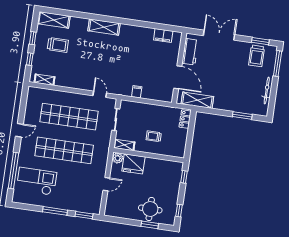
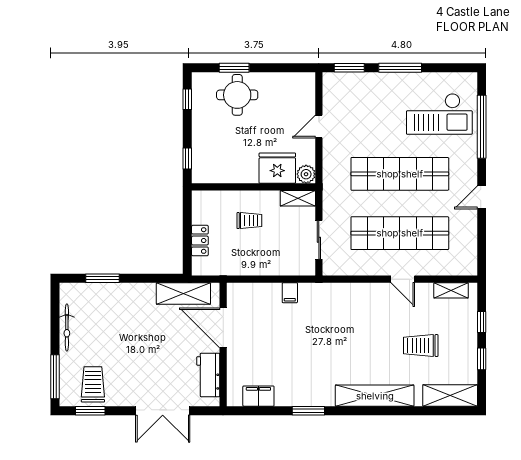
window: (136, 23) -> (308, 411), added
shelving: (104, 27) -> (375, 396), width x1.47
trolley: (58, 45) -> (421, 346), moved
door: (100, 94) -> (403, 279), moved
locker: (185, 119) -> (200, 241), moved

